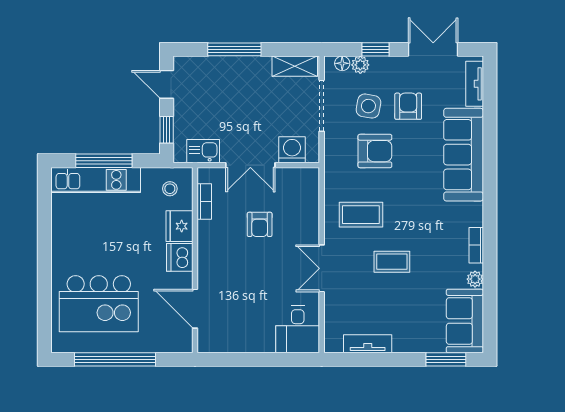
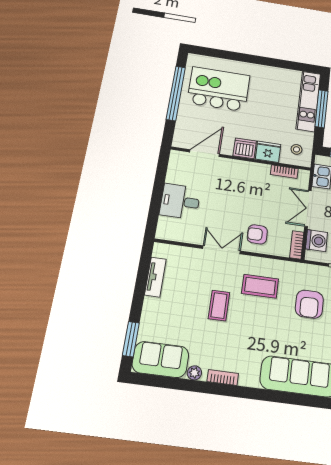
bookcase: (301, 175) -> (297, 245), added
coffee table: (361, 215) -> (260, 286), turned 90
armchair: (260, 224) -> (257, 234), moved
kitchen island: (99, 304) -> (219, 89), turned 90
desk: (298, 329) -> (180, 201), moved

